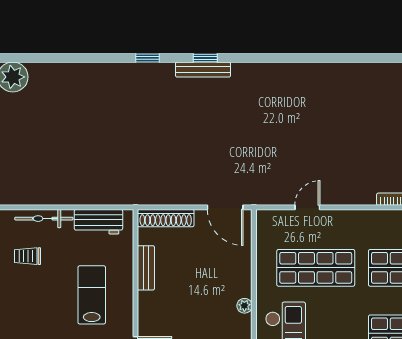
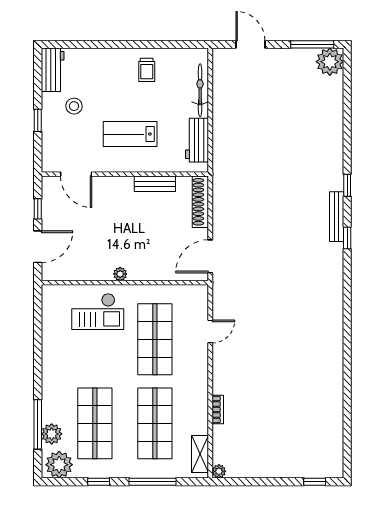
bench: (203, 70) -> (337, 217), moved
door: (307, 207) -> (210, 332), hinge flipped
trolley: (28, 256) -> (147, 70), moved, turned 180
lab bench: (92, 295) -> (130, 134), turned 180

